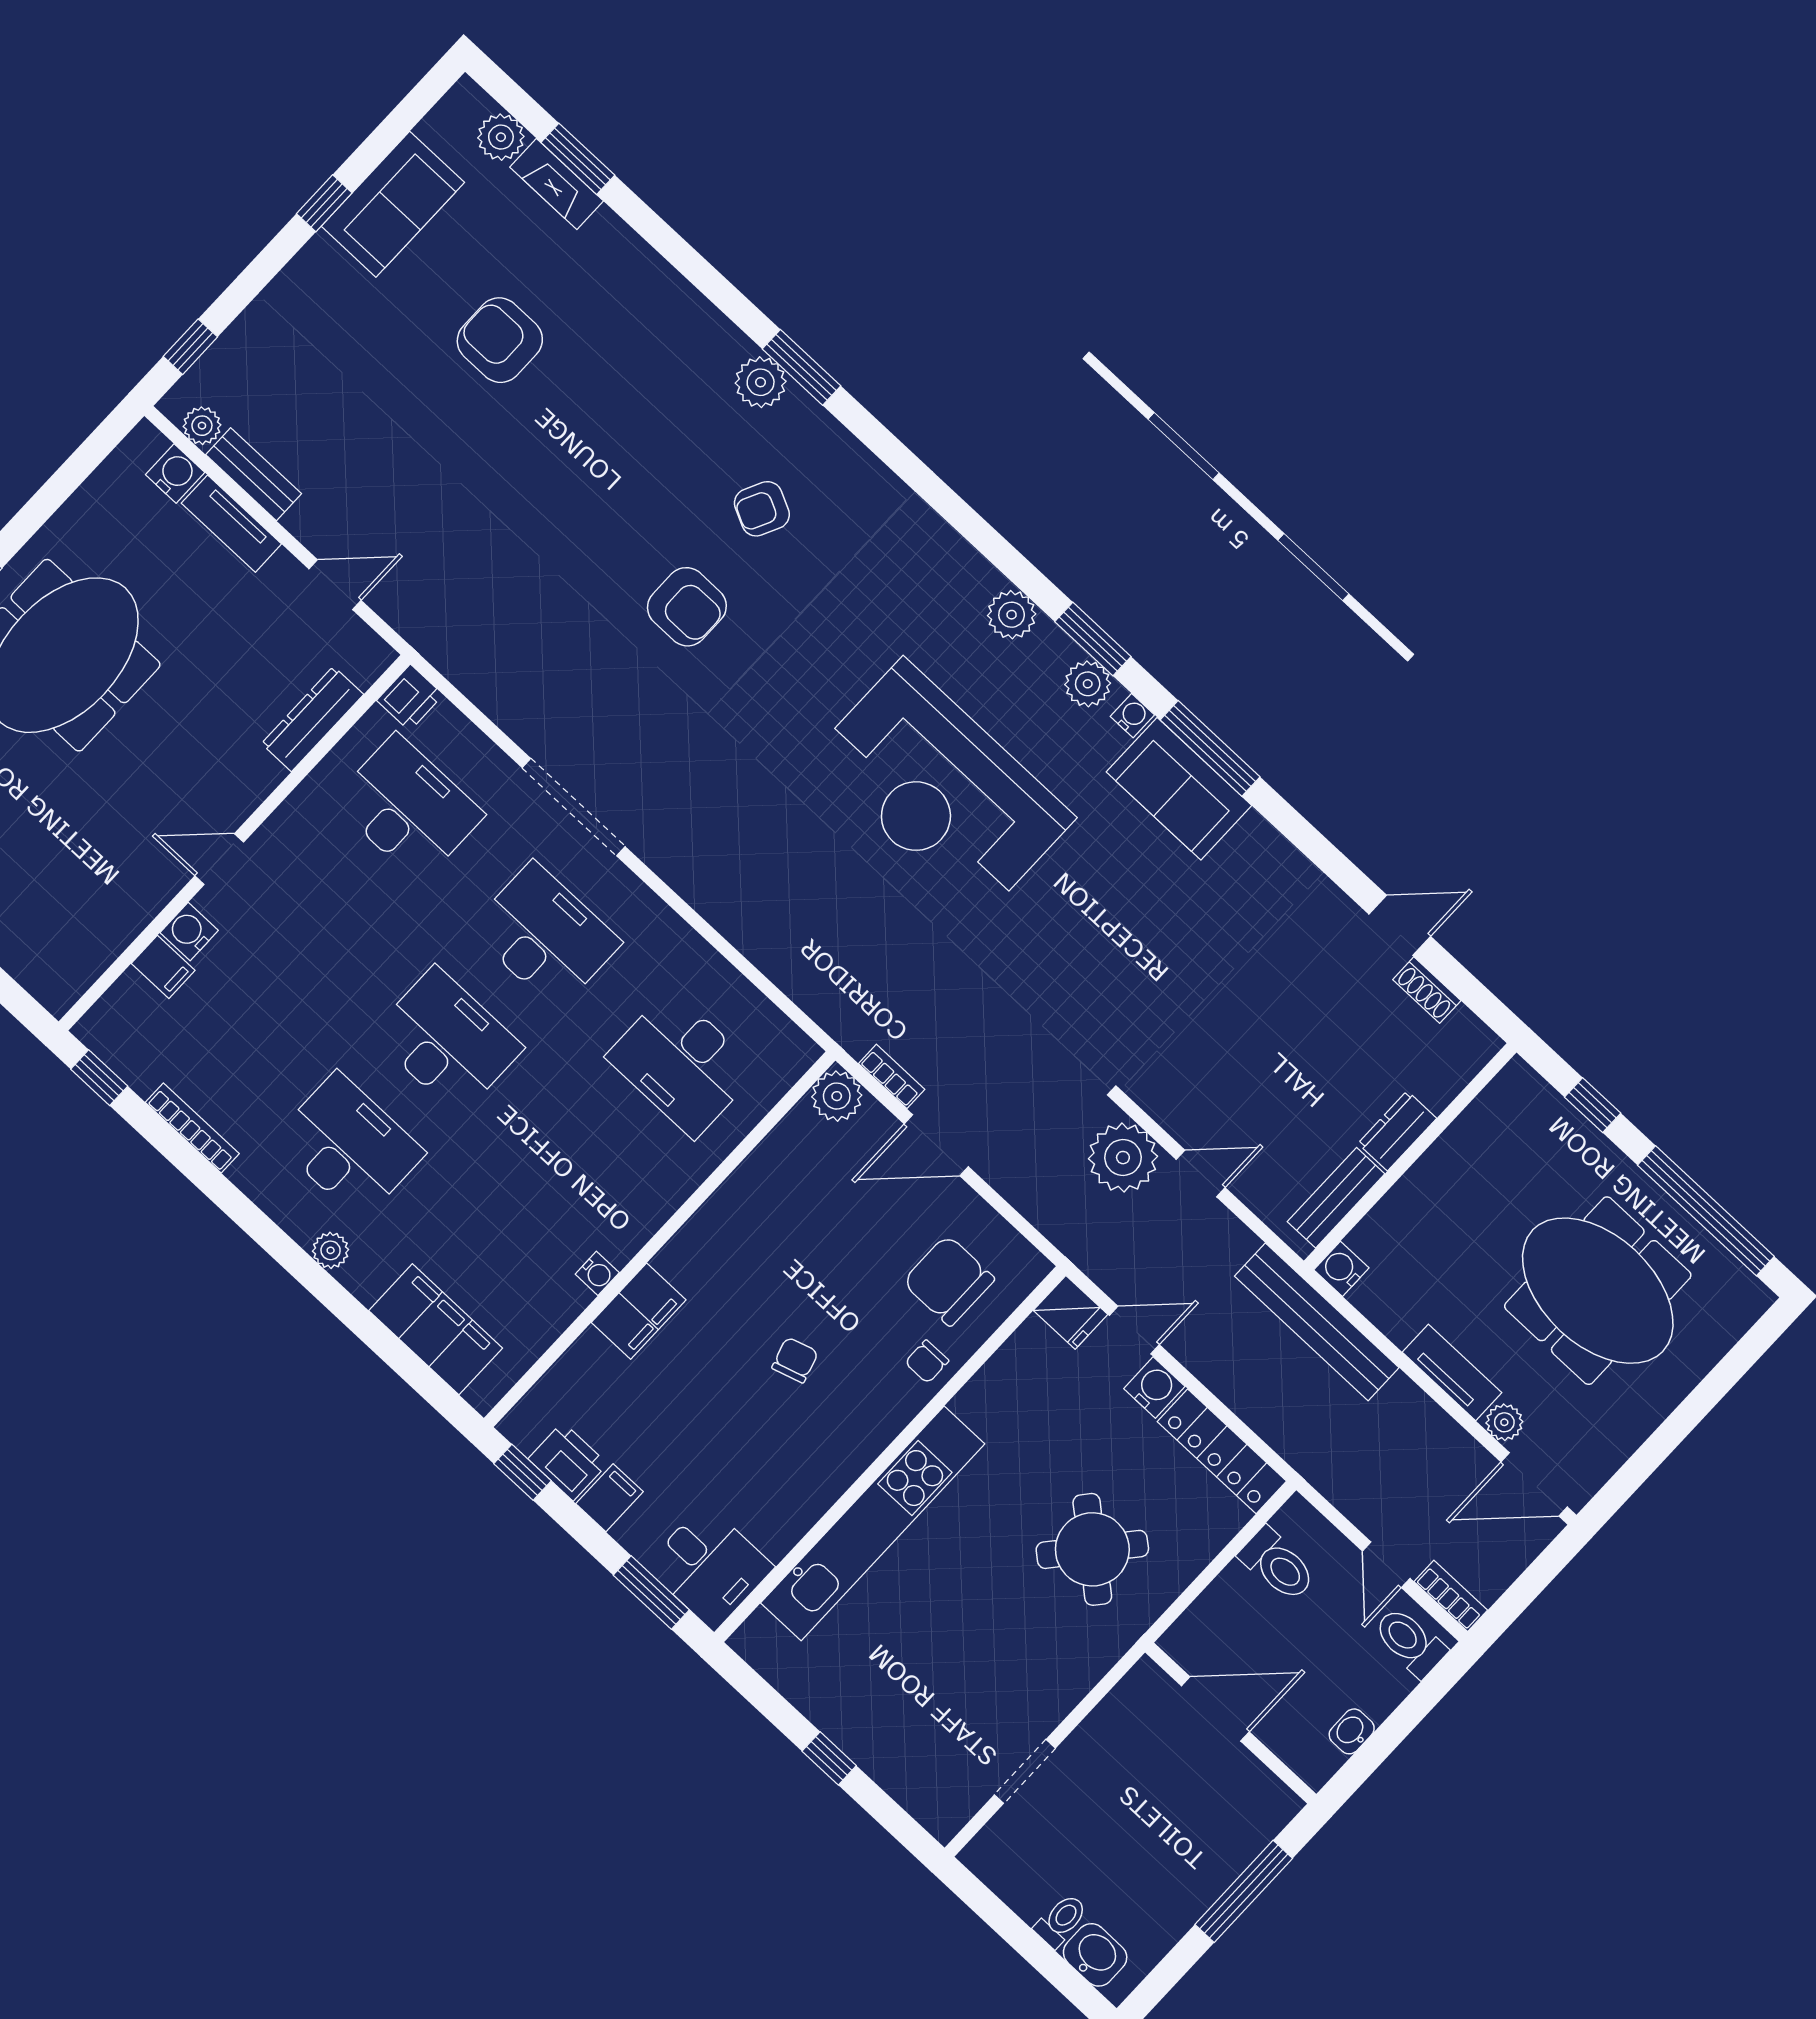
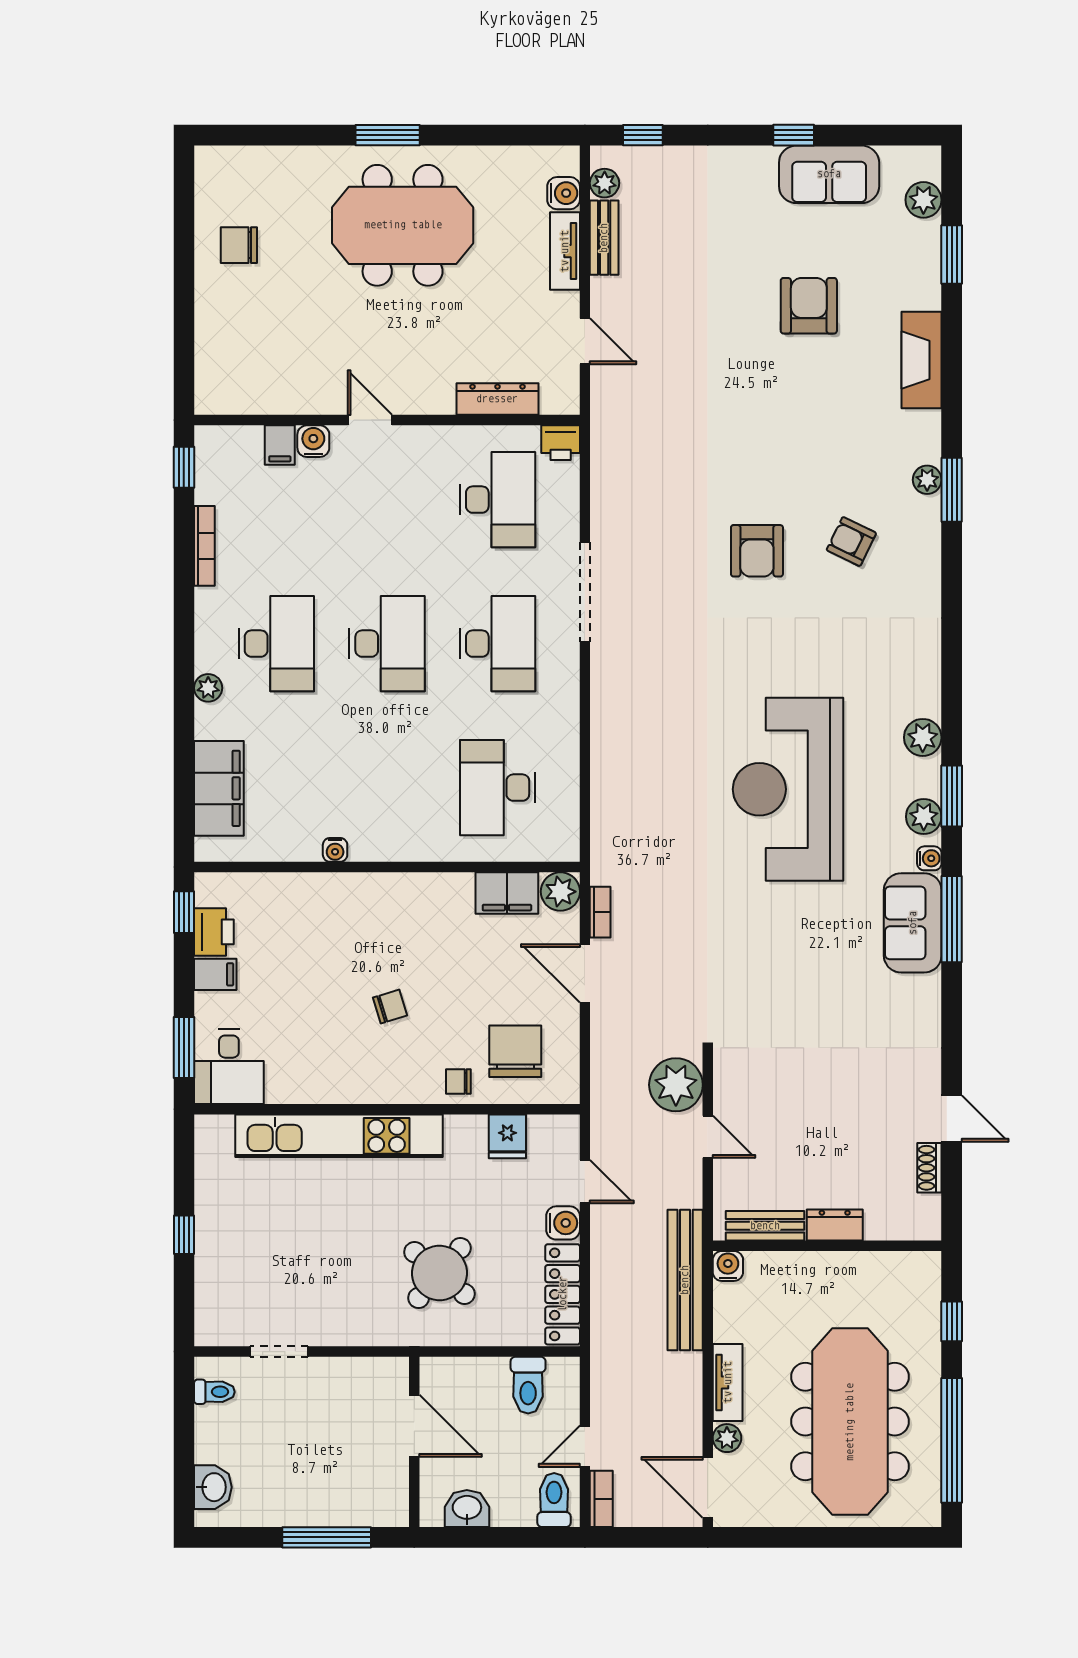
fireplace: (557, 184) -> (922, 360), moved, width x1.37, depth x1.32
plant: (761, 382) -> (927, 480), width x0.73, depth x0.73
meeting table: (1598, 1291) -> (850, 1422), width x1.36
filing cabinet: (639, 1311) -> (507, 893), moved
fridge: (1070, 1312) -> (507, 1136), moved
washbasin: (1352, 1731) -> (467, 1508), width x1.38, depth x1.45
toilet: (1061, 1921) -> (214, 1392), moved

